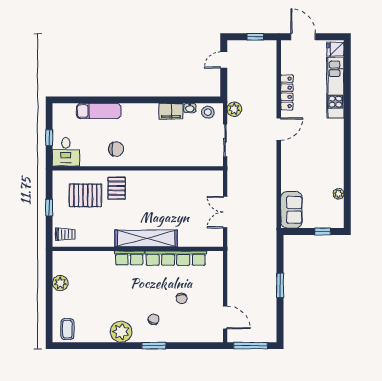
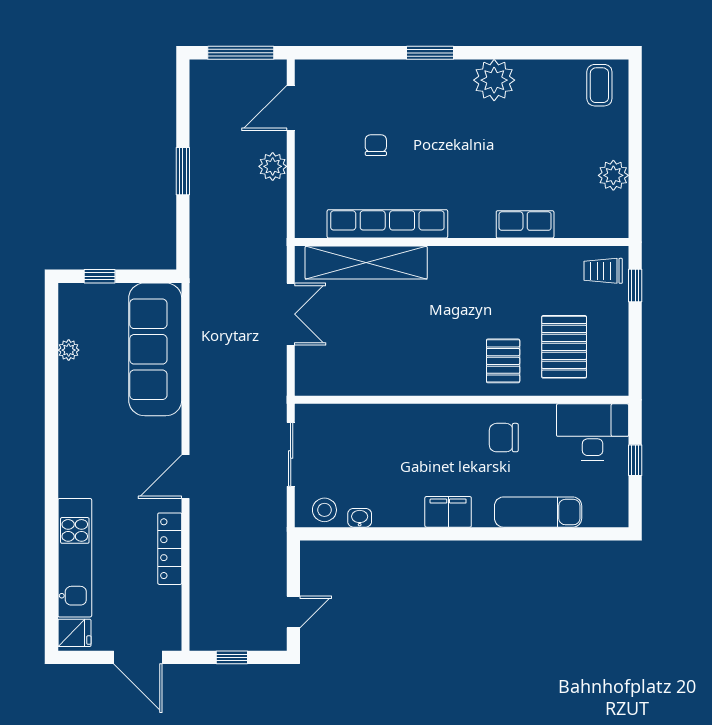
plant: (234, 109) -> (273, 166), moved
filing cabinet: (171, 111) -> (448, 512), moved
desk: (66, 152) -> (593, 432), width x1.37
pallet: (85, 195) -> (564, 347), turned 90
window: (49, 208) -> (635, 285), moved
sofa: (291, 210) -> (155, 349), width x1.85, depth x1.27
shelving: (146, 238) -> (366, 263), moved
row of seats: (129, 258) -> (525, 224), moved
door: (225, 317) -> (291, 108), hinge flipped
chair: (153, 319) -> (431, 104), removed

